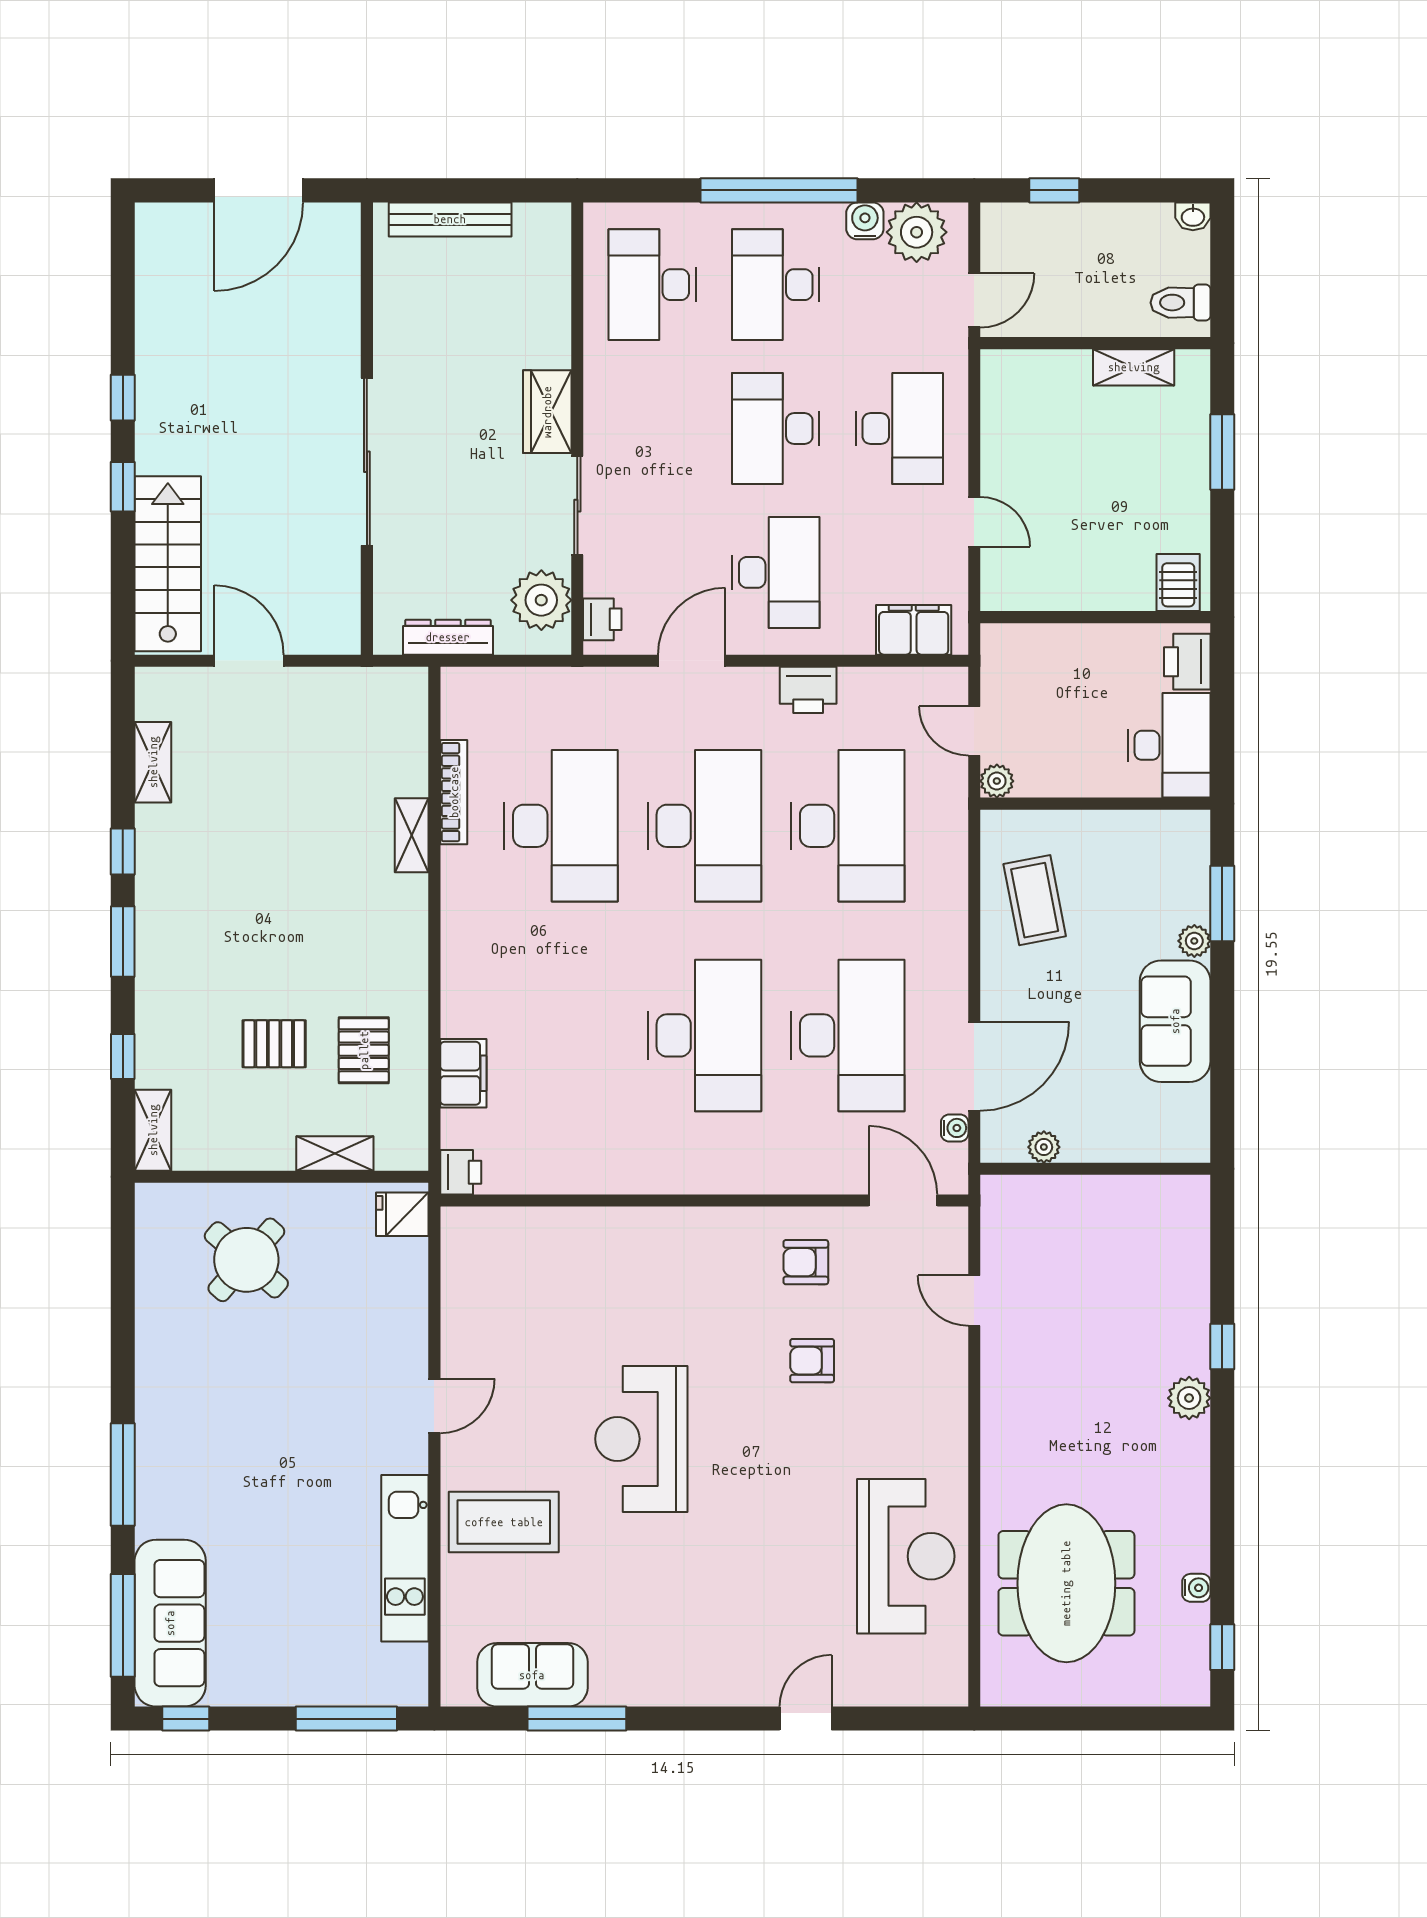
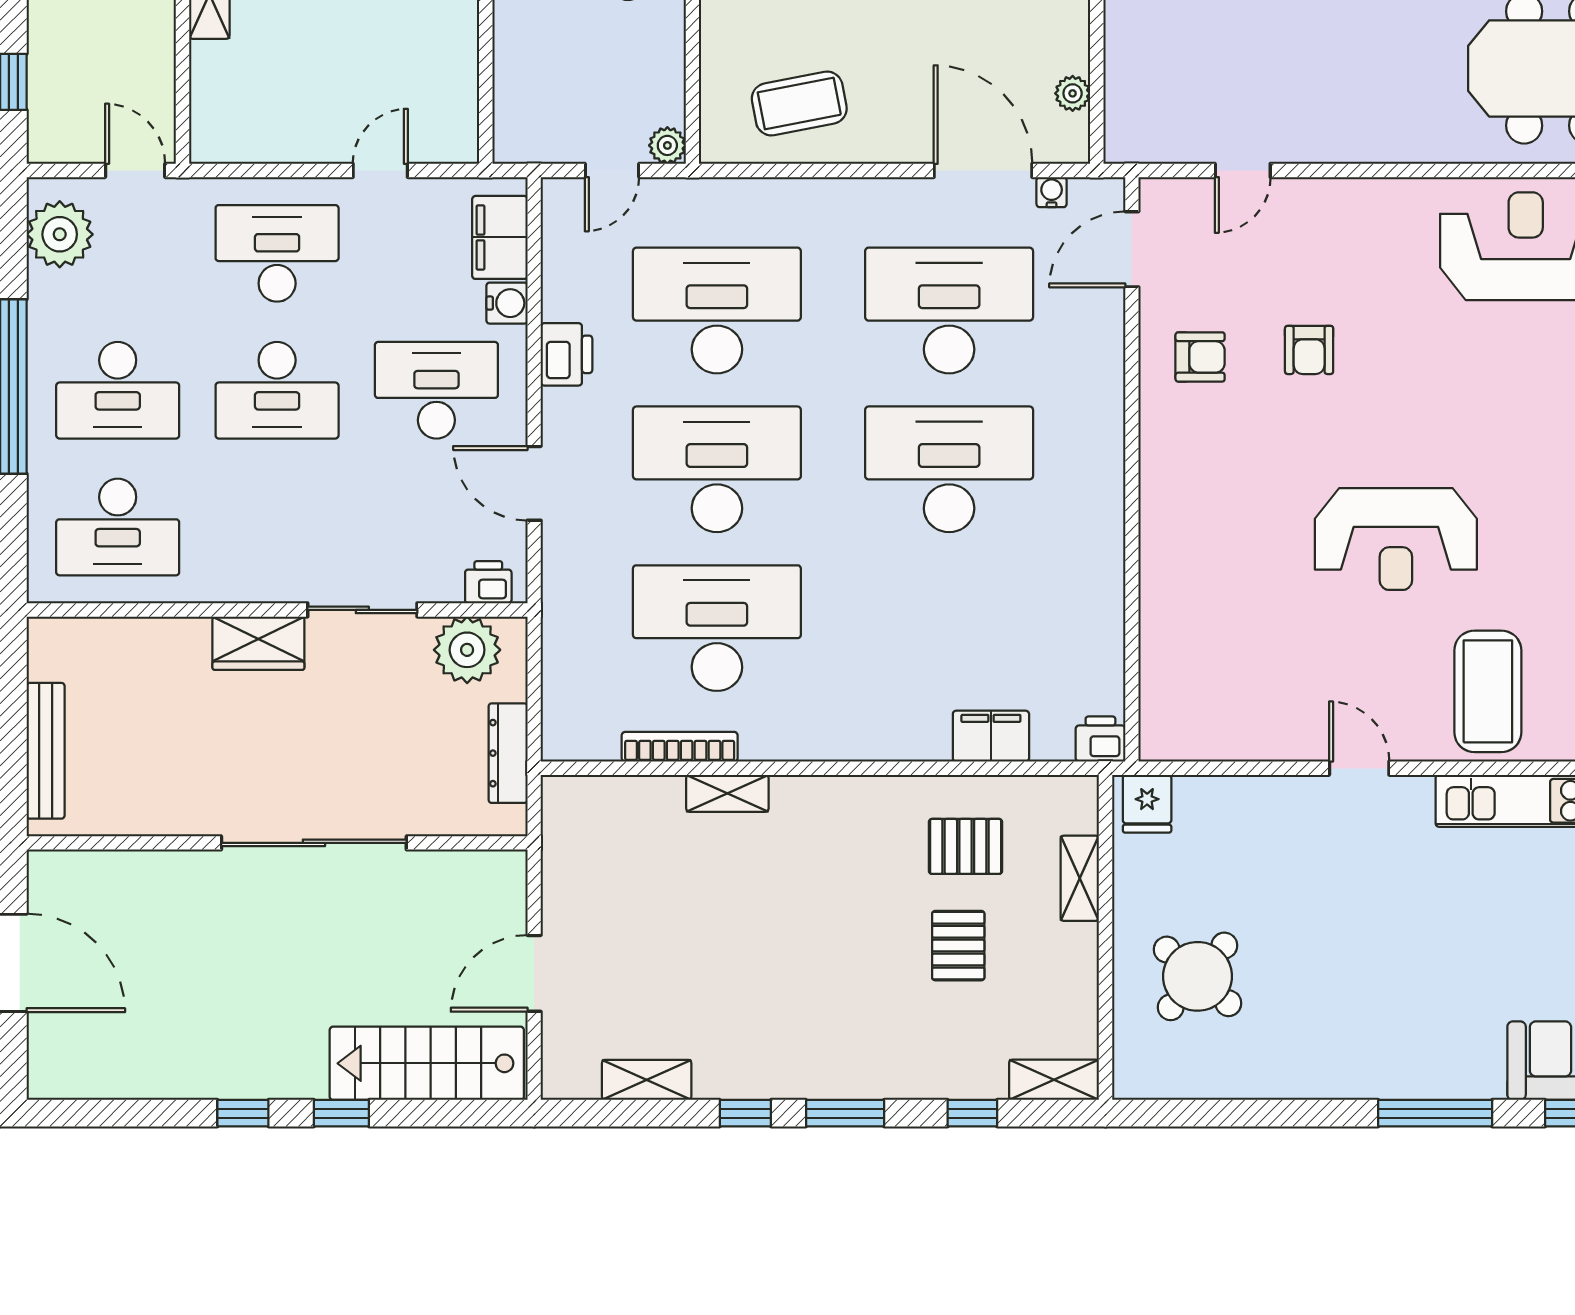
water cooler: (865, 221) -> (507, 303), moved, turned 180
armchair: (806, 1262) -> (1200, 357), turned -90

